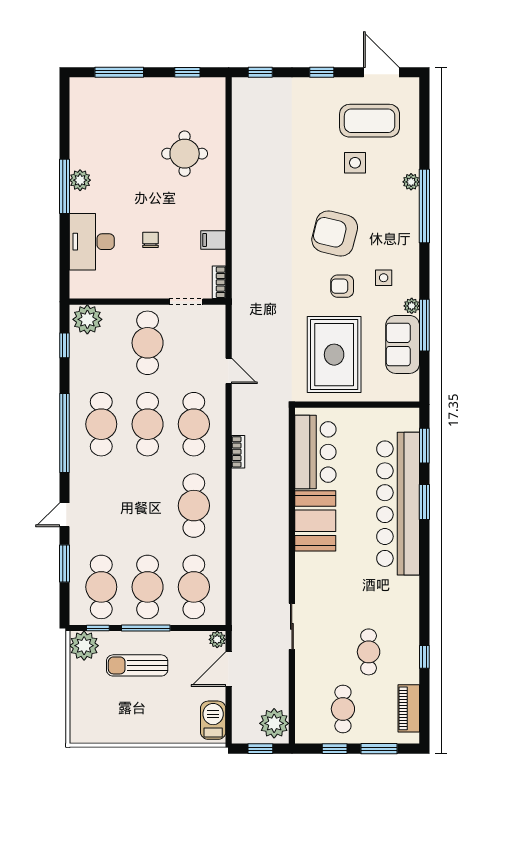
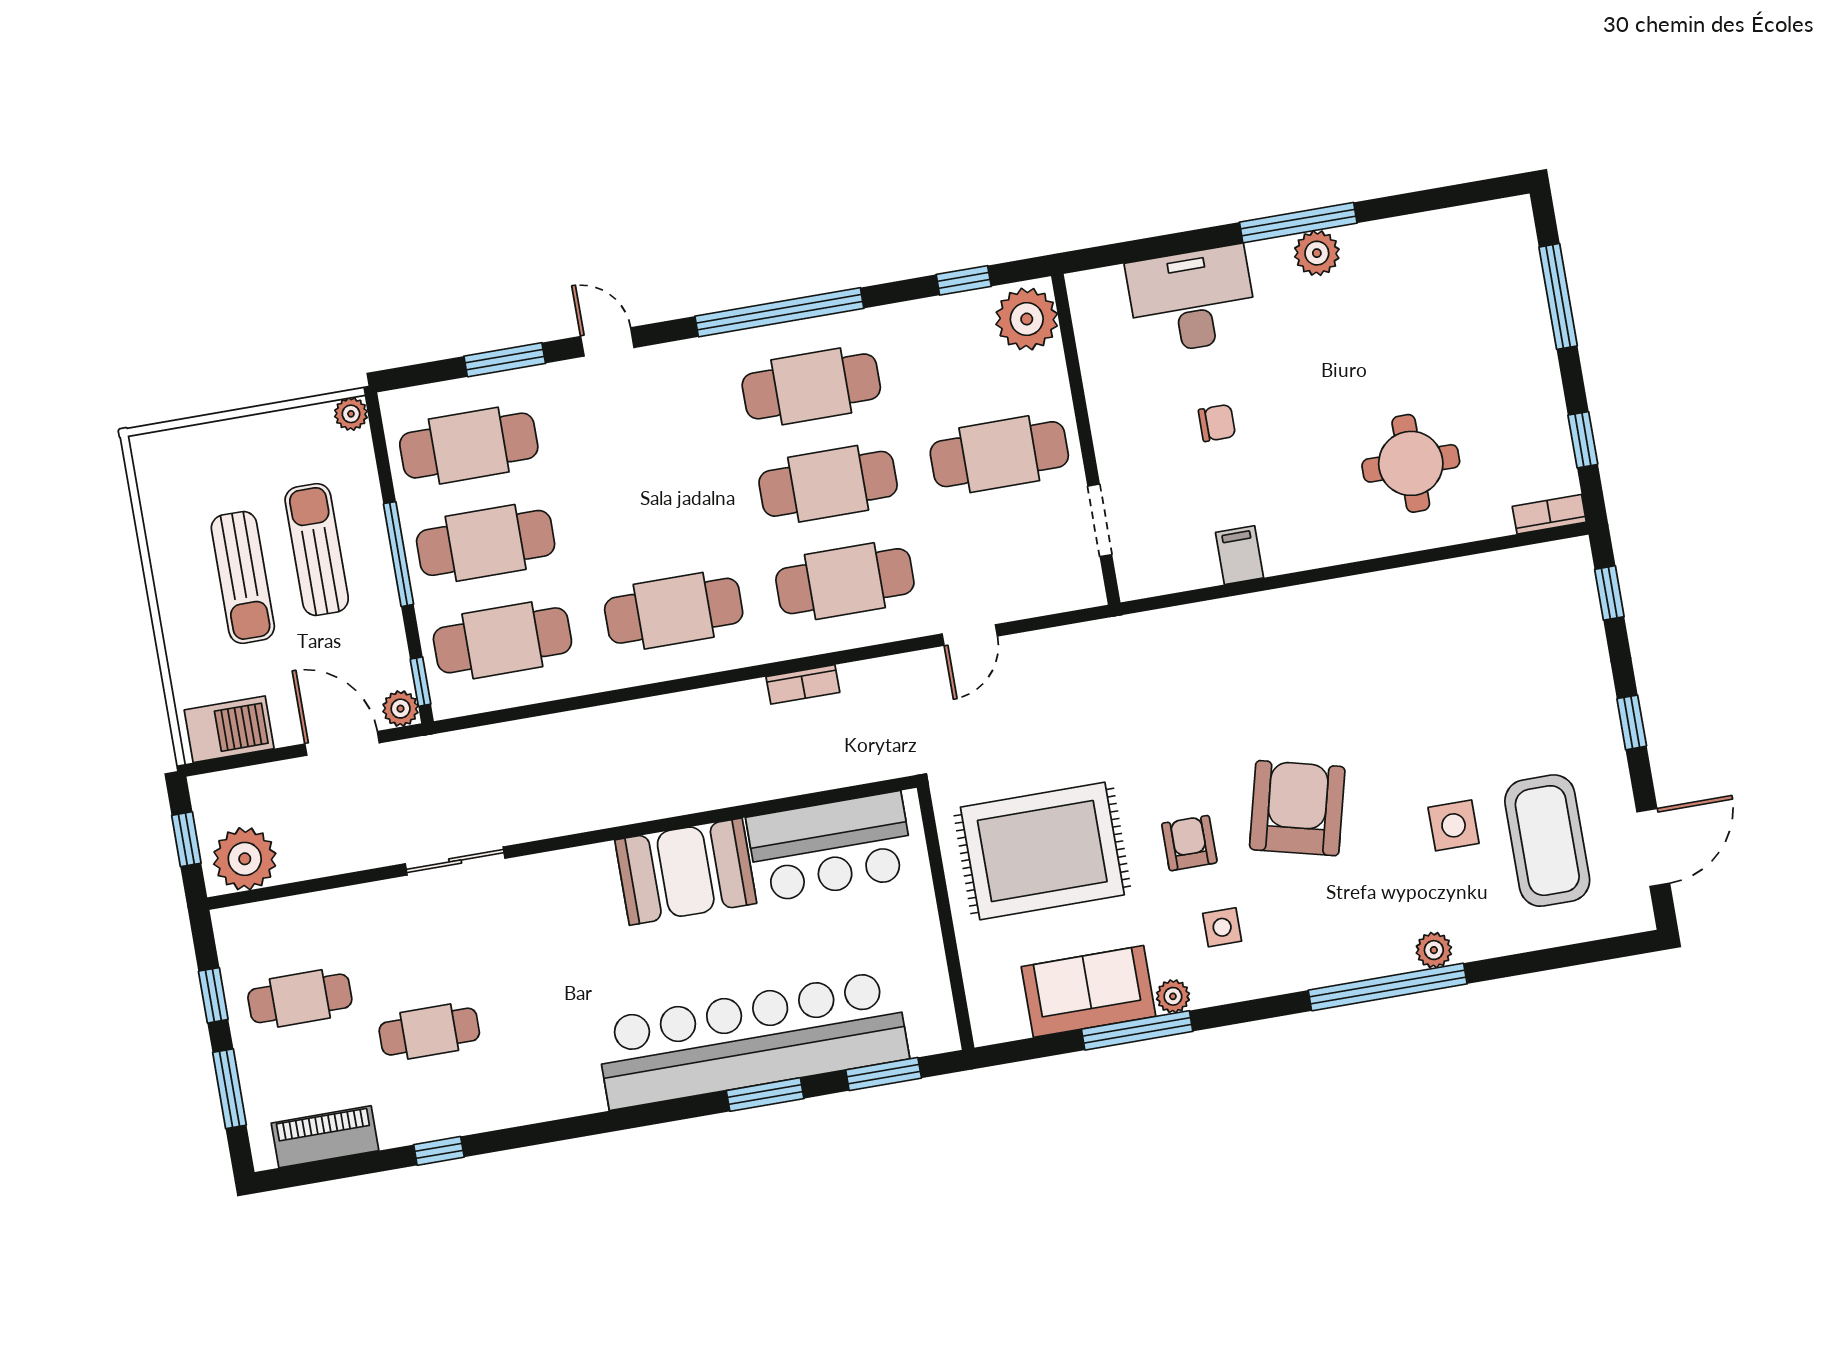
bookcase: (219, 282) -> (1549, 514), moved
window: (98, 628) -> (421, 682), moved
plant: (84, 646) -> (351, 414), width x0.53, depth x0.53
sun lounger: (144, 702) -> (243, 577), added

